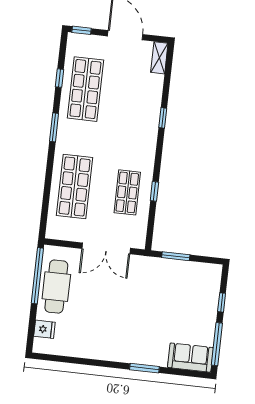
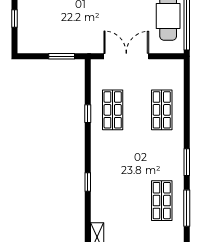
window: (60, 78) -> (187, 208), width x2.17
shop shelf: (85, 89) -> (162, 201), width x0.70, depth x0.74
shop shelf: (75, 187) -> (162, 110), width x0.70, depth x0.74

